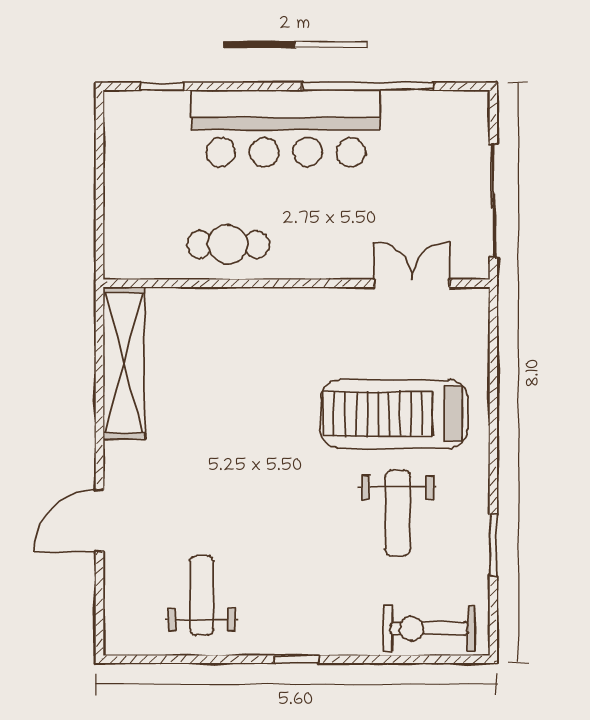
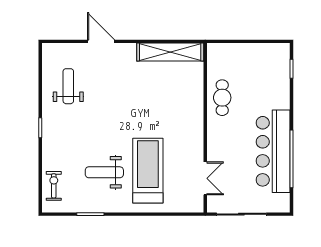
bar counter: (286, 128) -> (273, 151), moved
weight bench: (202, 595) -> (68, 86), turned -90
exercise bike: (429, 628) -> (54, 186), width x0.73, depth x0.72

